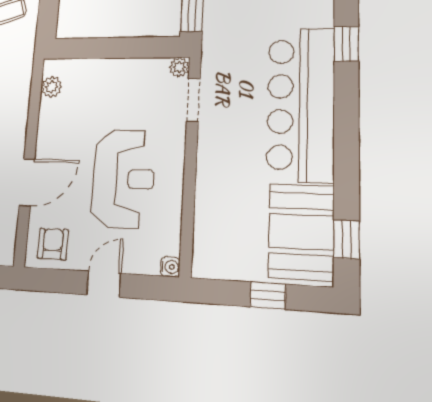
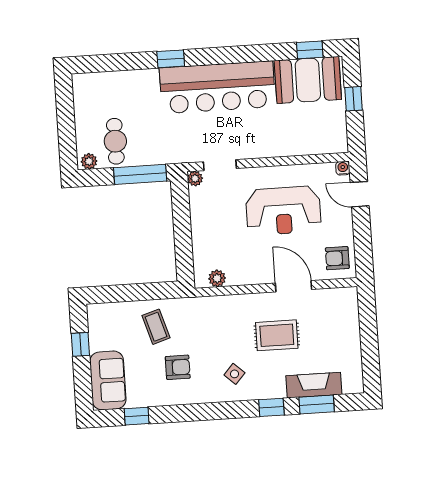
reception desk: (123, 179) -> (283, 211), turned 180
door: (104, 284) -> (360, 194), moved

